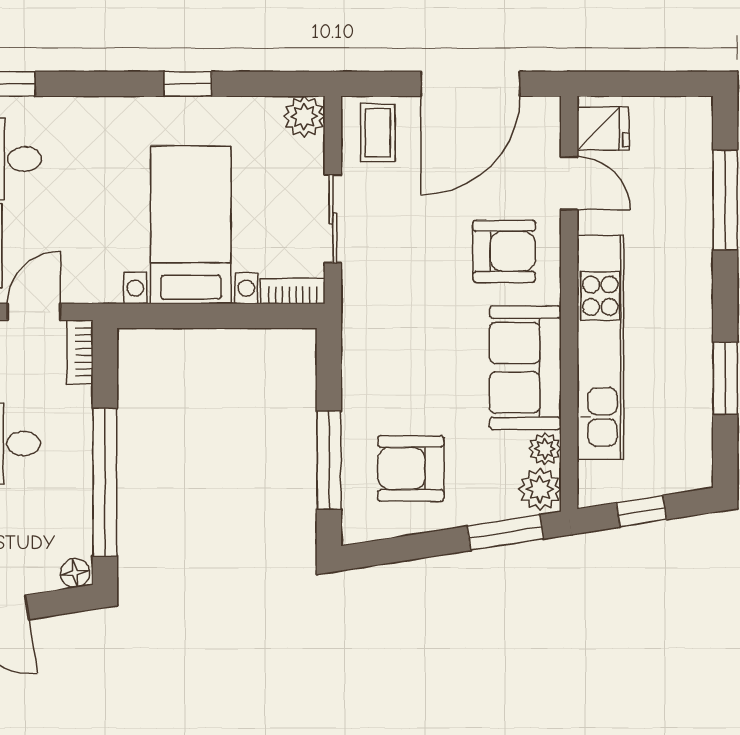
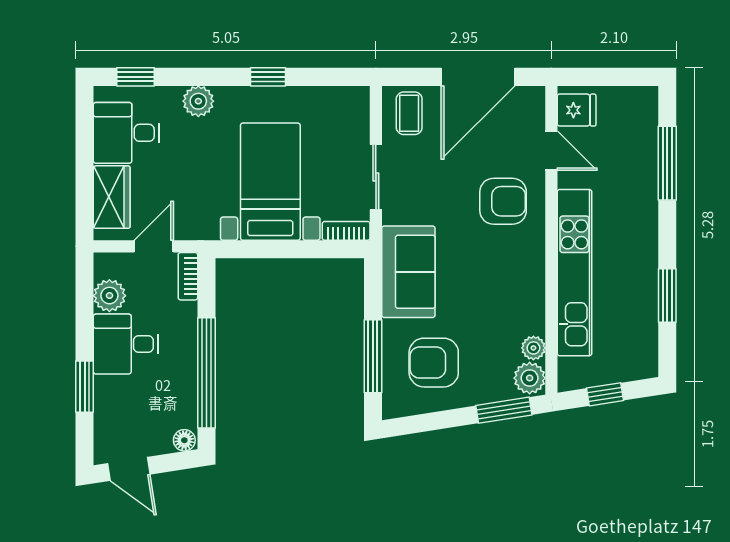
plant: (304, 117) -> (198, 101), moved
sofa: (525, 368) -> (408, 272), moved, turned 180

